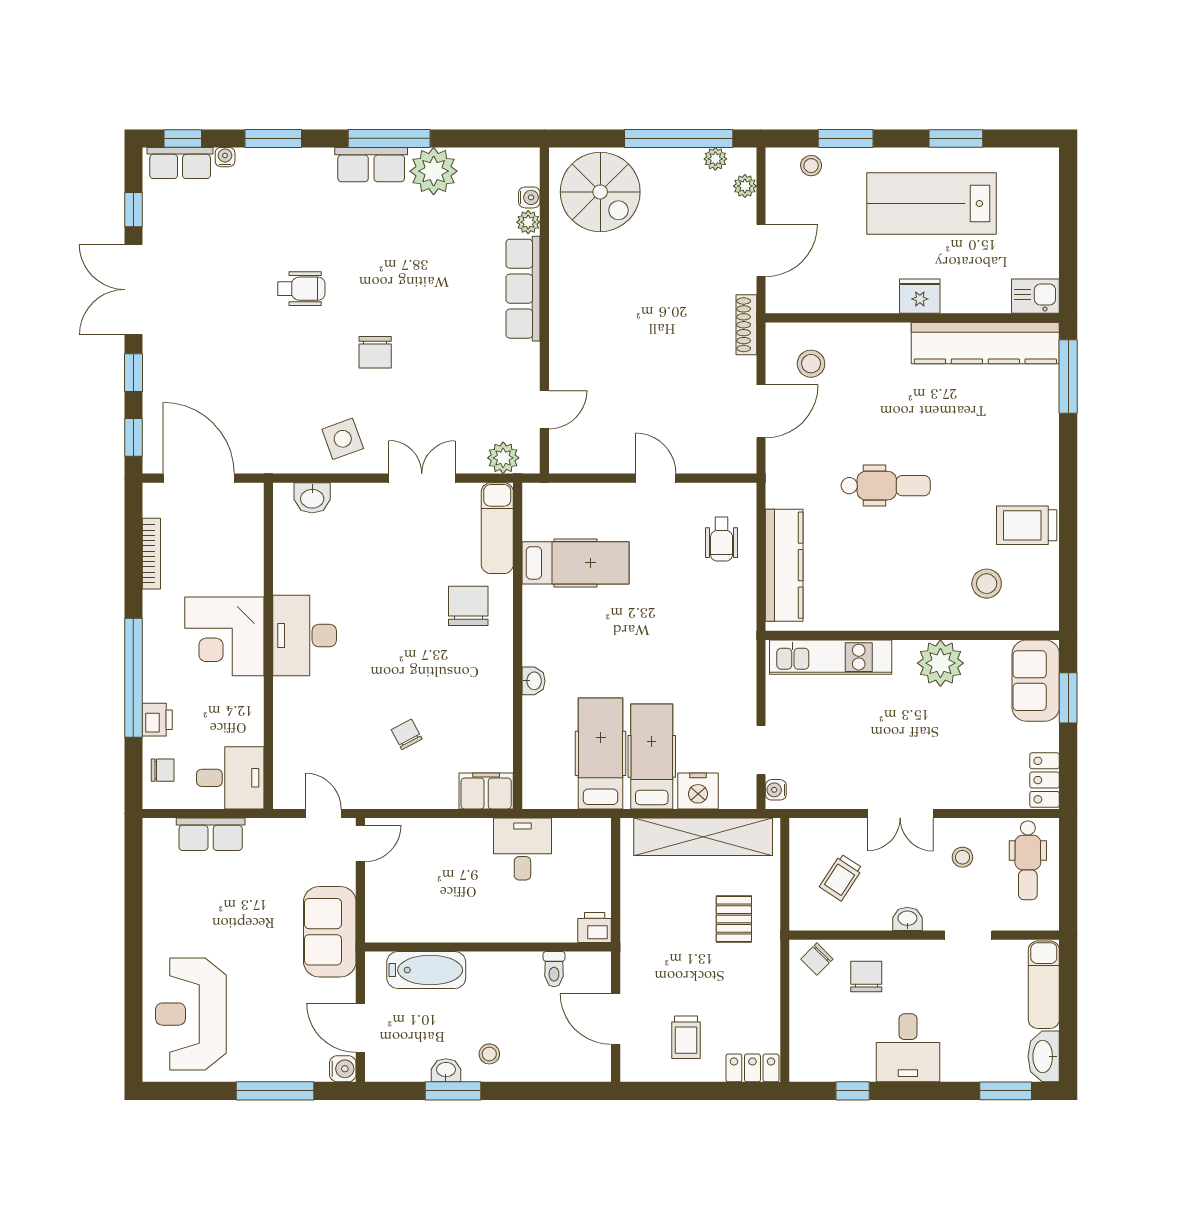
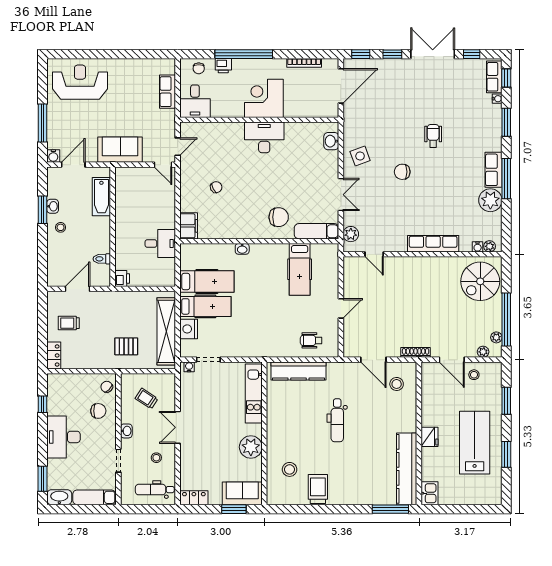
stool: (811, 166) -> (474, 375), moved
plant: (528, 222) -> (490, 246), moved
wheelchair: (301, 289) -> (433, 136), turned 180
desk: (908, 1048) -> (64, 437), width x1.37

